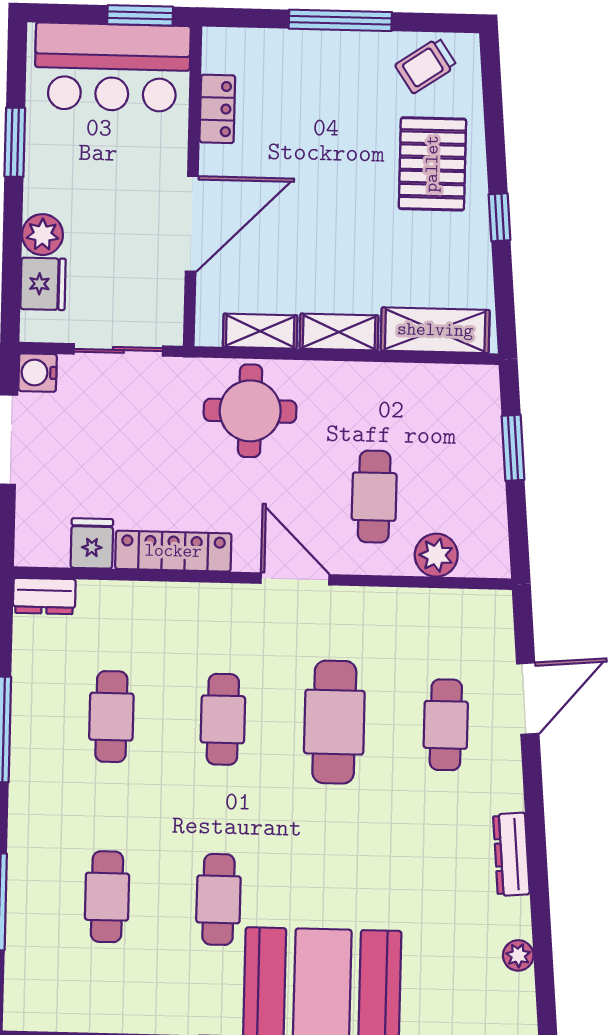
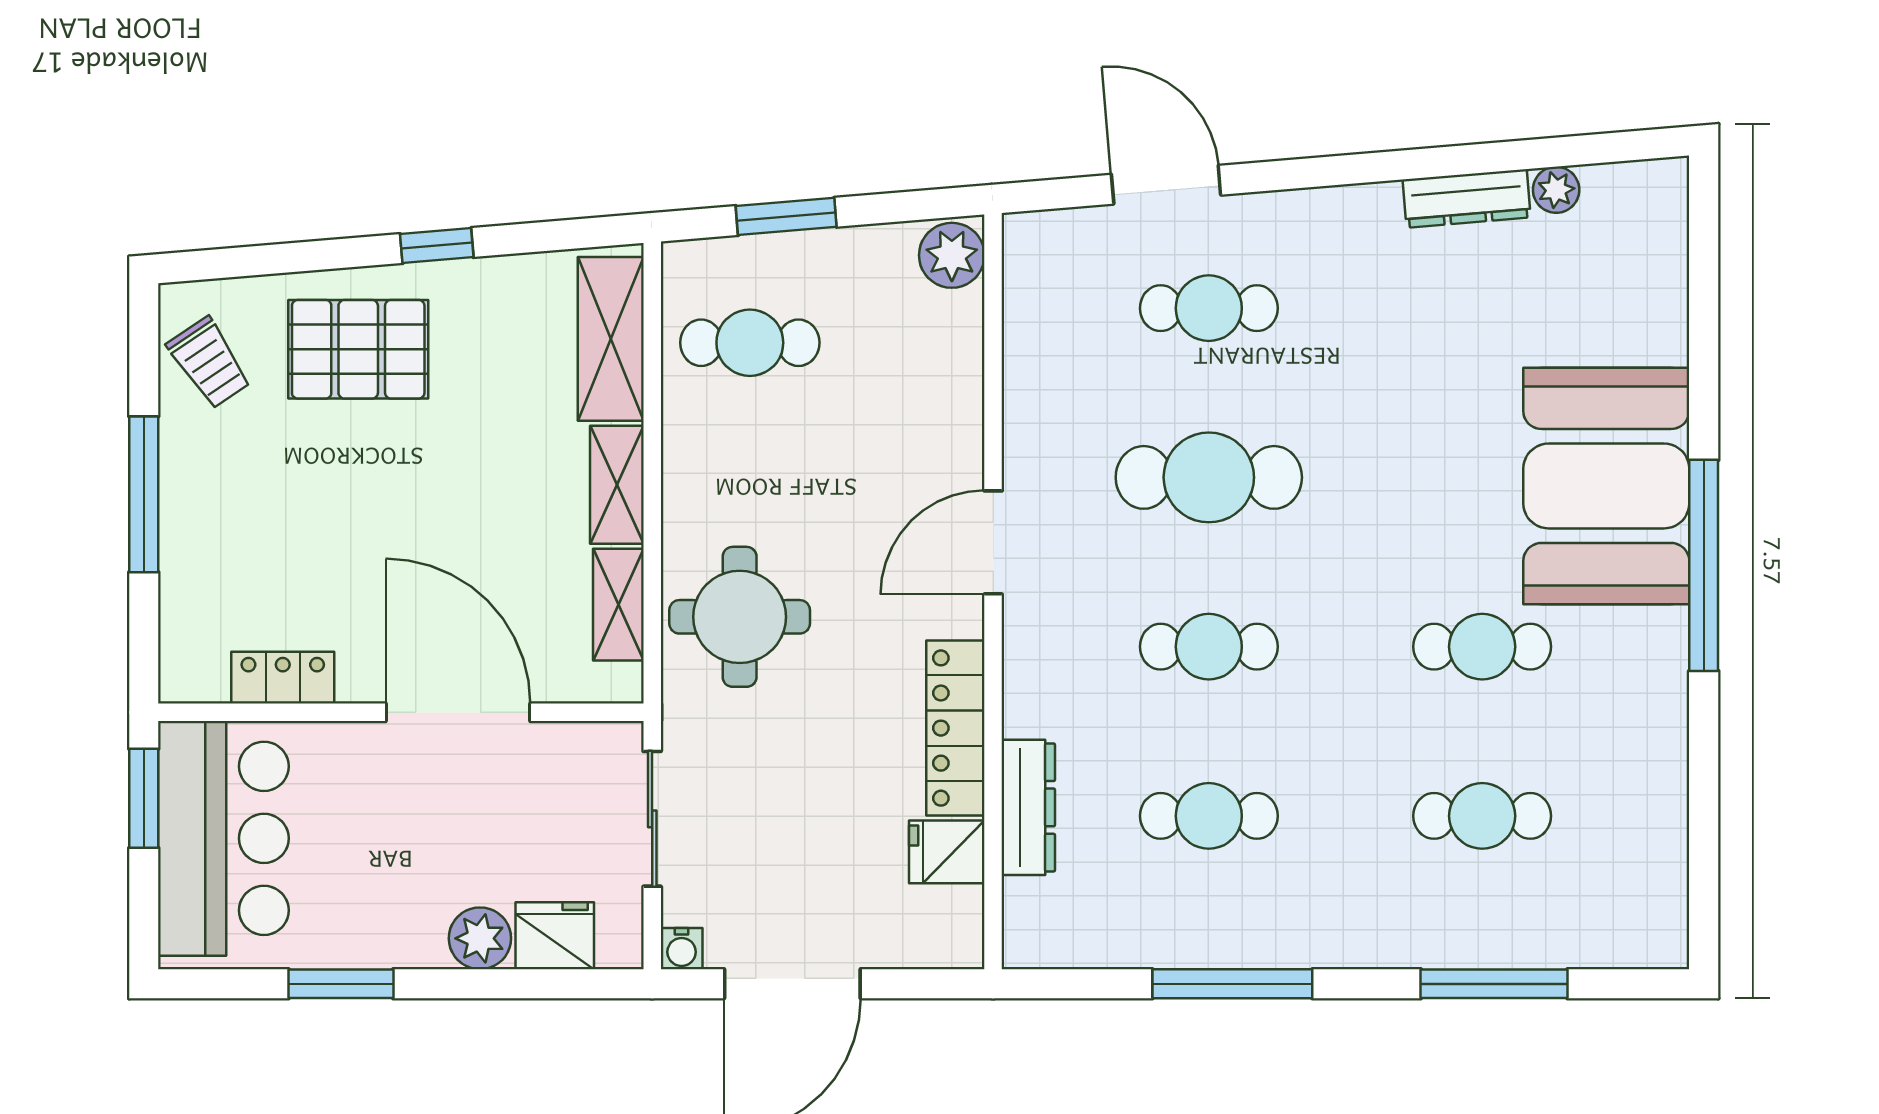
water cooler: (38, 373) -> (682, 949), width x0.72, depth x0.72
cafe table: (374, 497) -> (750, 343), moved
plant: (436, 555) -> (952, 255), moved
dresser: (44, 596) -> (1028, 807), moved, width x1.44
dresser: (511, 854) -> (1467, 199), moved

